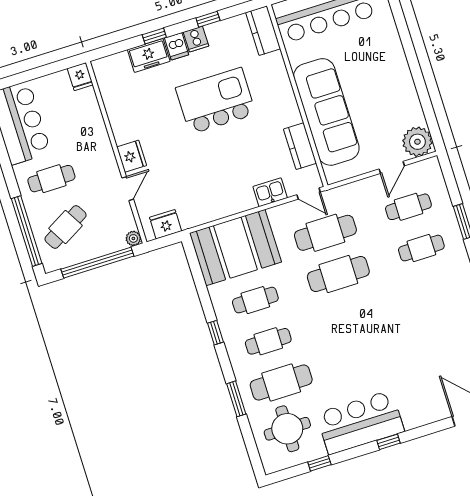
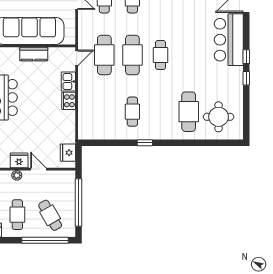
kitchen counter: (300, 146) -> (34, 54), moved
cooker: (242, 201) -> (69, 101), added
plant: (133, 238) -> (17, 175), moved
booth: (235, 248) -> (96, 114), removed
cafe table: (268, 341) -> (161, 55), moved
window: (236, 399) -> (190, 143), removed
bar counter: (360, 422) -> (229, 40), moved
window: (319, 463) -> (246, 78), moved

